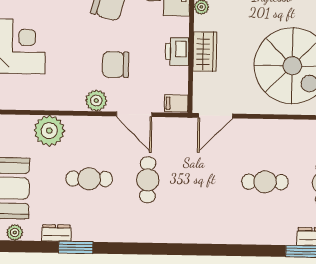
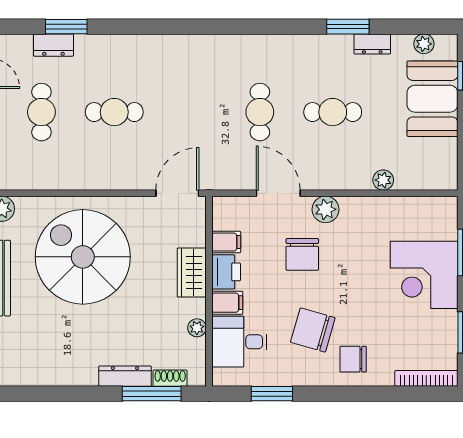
filing cabinet: (177, 27) -> (227, 303), added
chair: (116, 65) -> (302, 254), turned 90
filing cabinet: (176, 103) -> (226, 242), moved
plant: (49, 131) -> (383, 180), width x0.53, depth x0.53

